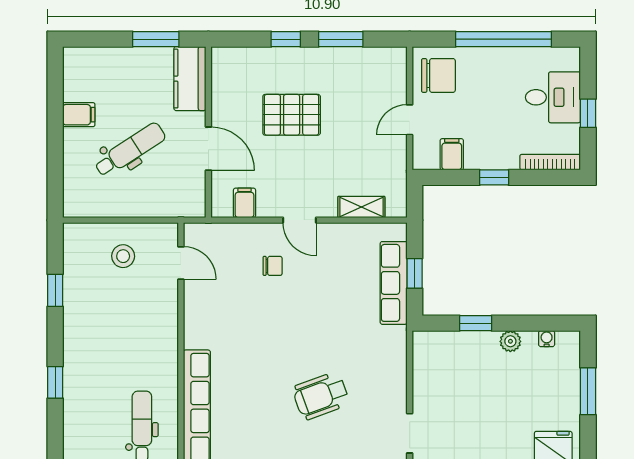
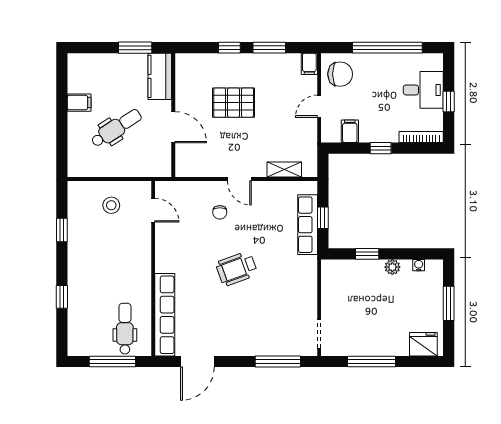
filing cabinet: (244, 203) -> (309, 64), moved, turned 180
chair: (273, 266) -> (220, 212), turned 90
wheelchair: (321, 396) -> (237, 269), moved

